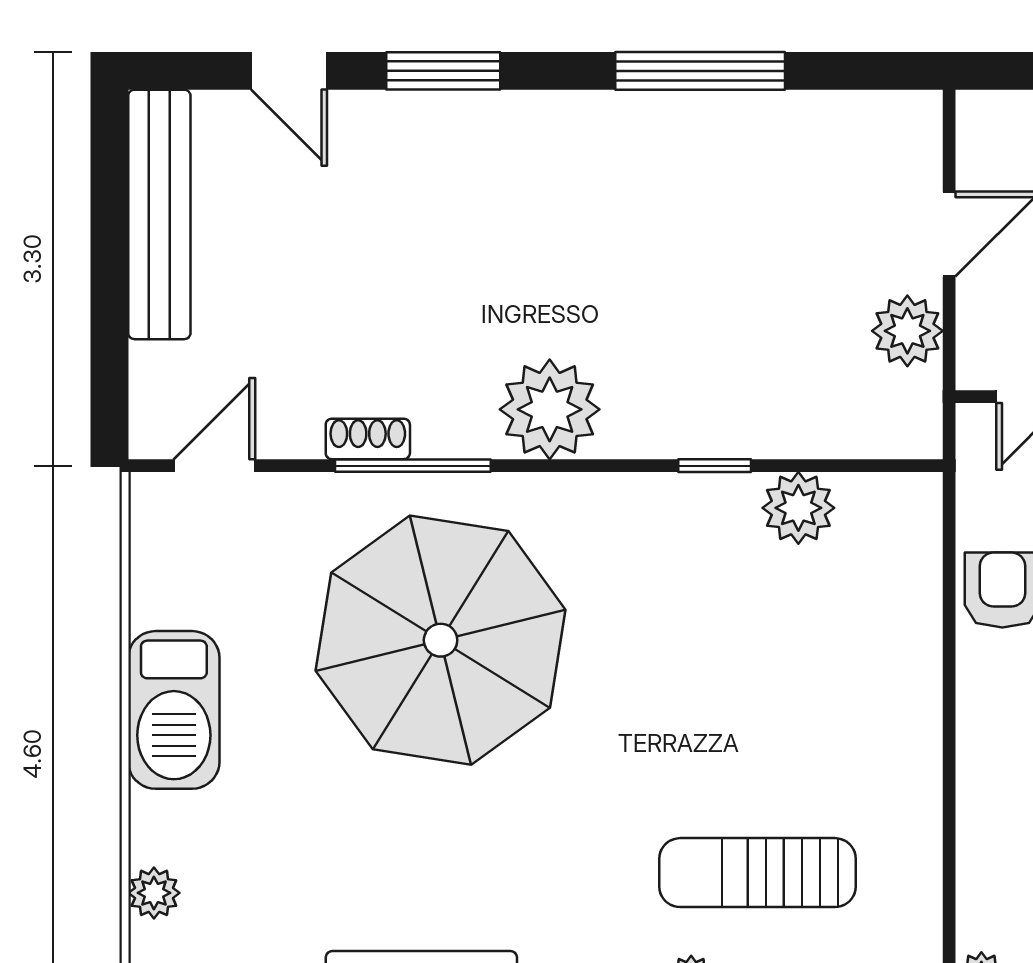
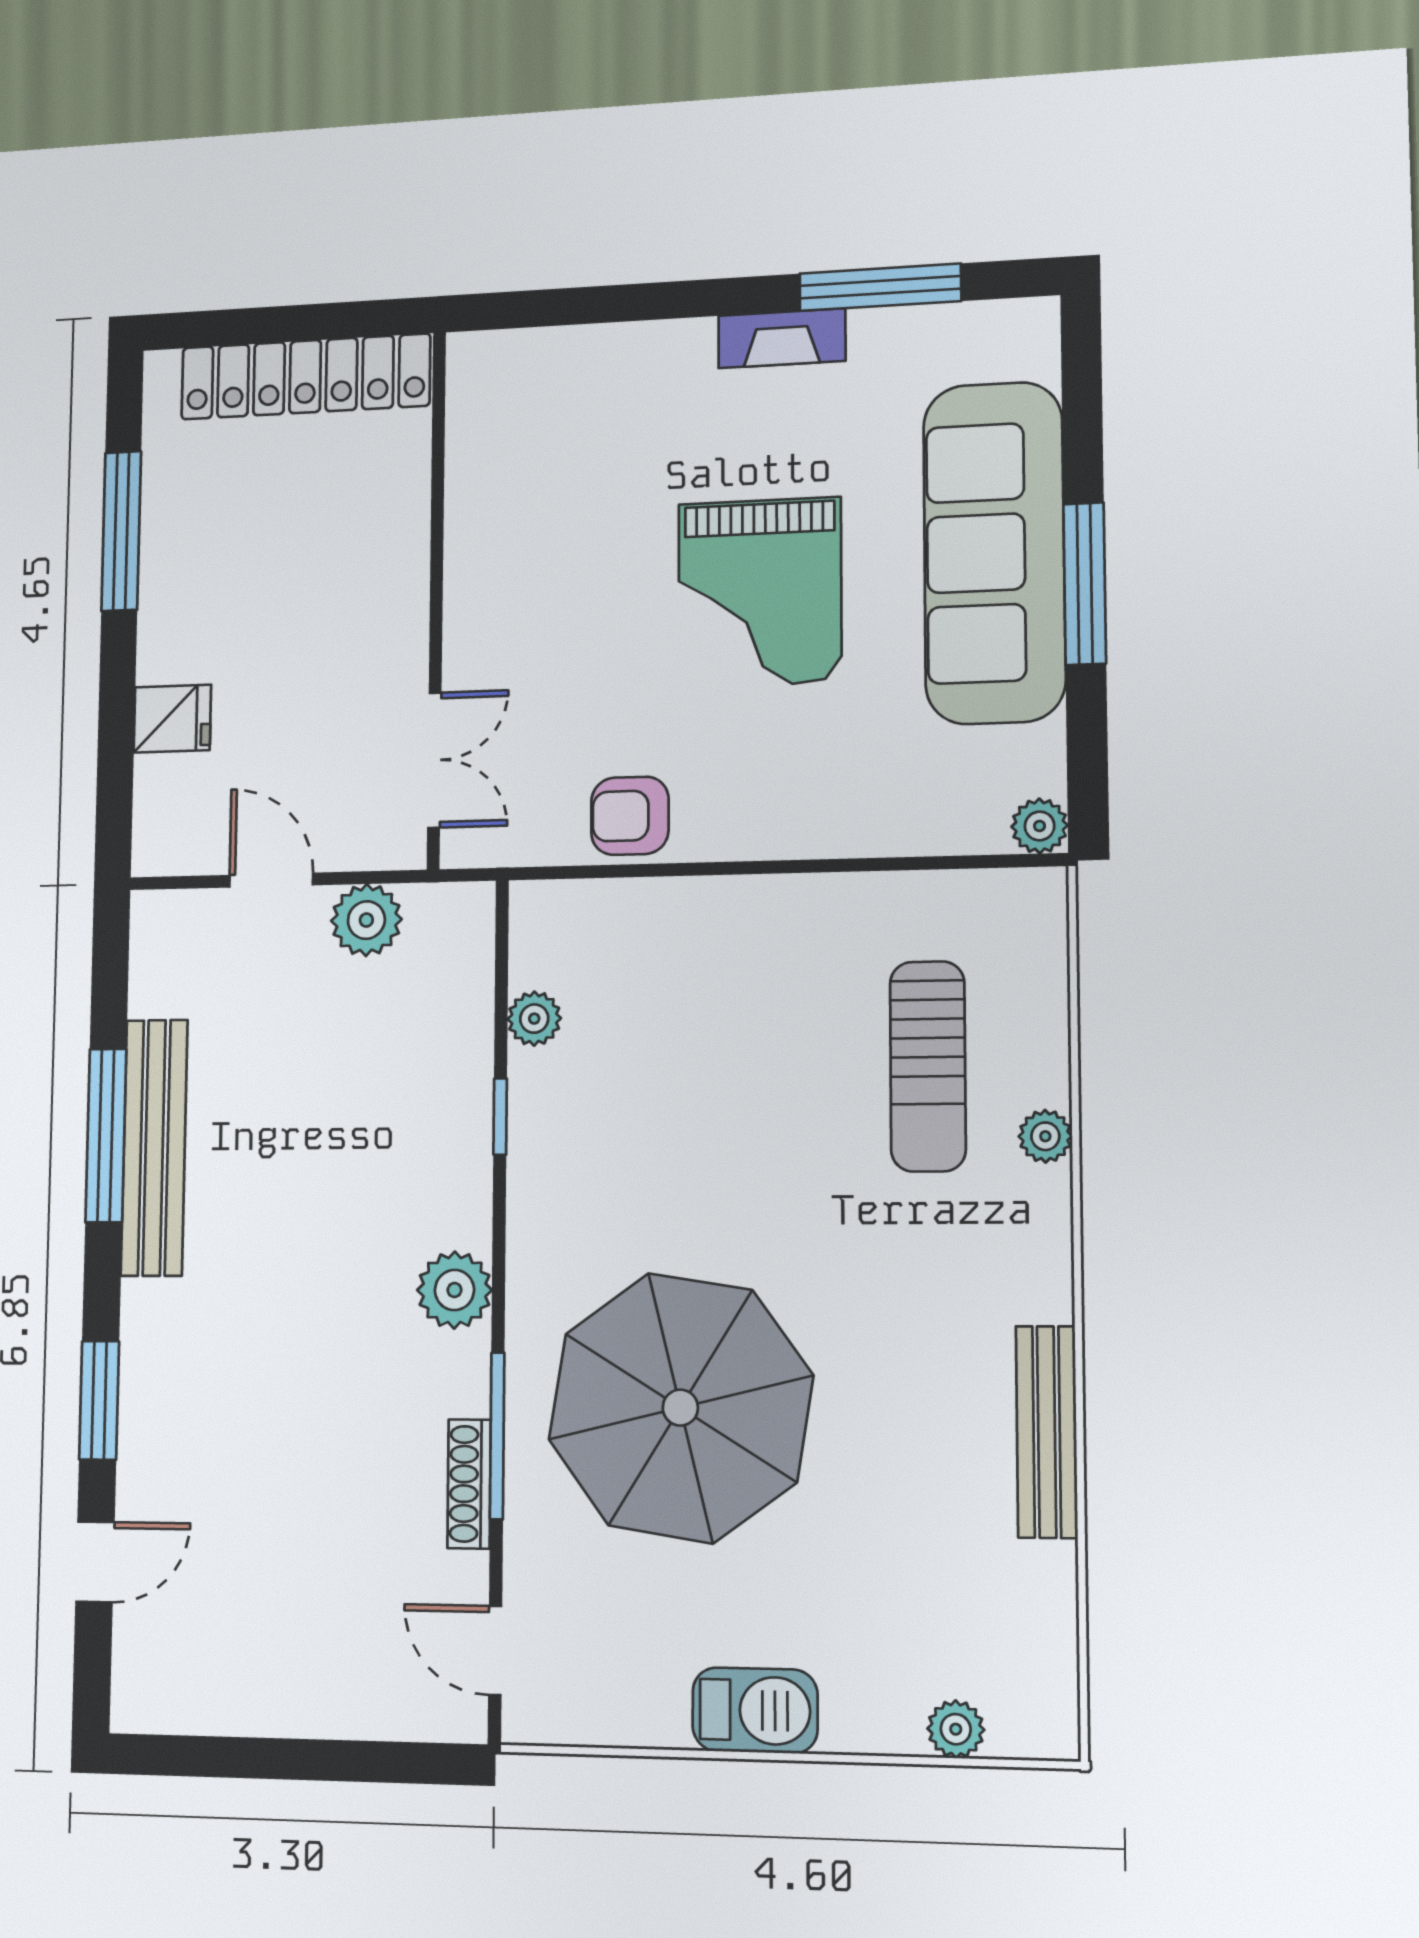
bench: (159, 214) -> (154, 1147), moved, turned 90
plant: (550, 409) -> (454, 1290), width x0.73, depth x0.73
shoe rack: (368, 439) -> (469, 1484), width x1.43
plant: (798, 508) -> (534, 1019), width x0.73, depth x0.73
barbecue: (174, 710) -> (755, 1710), width x0.73, depth x0.83

